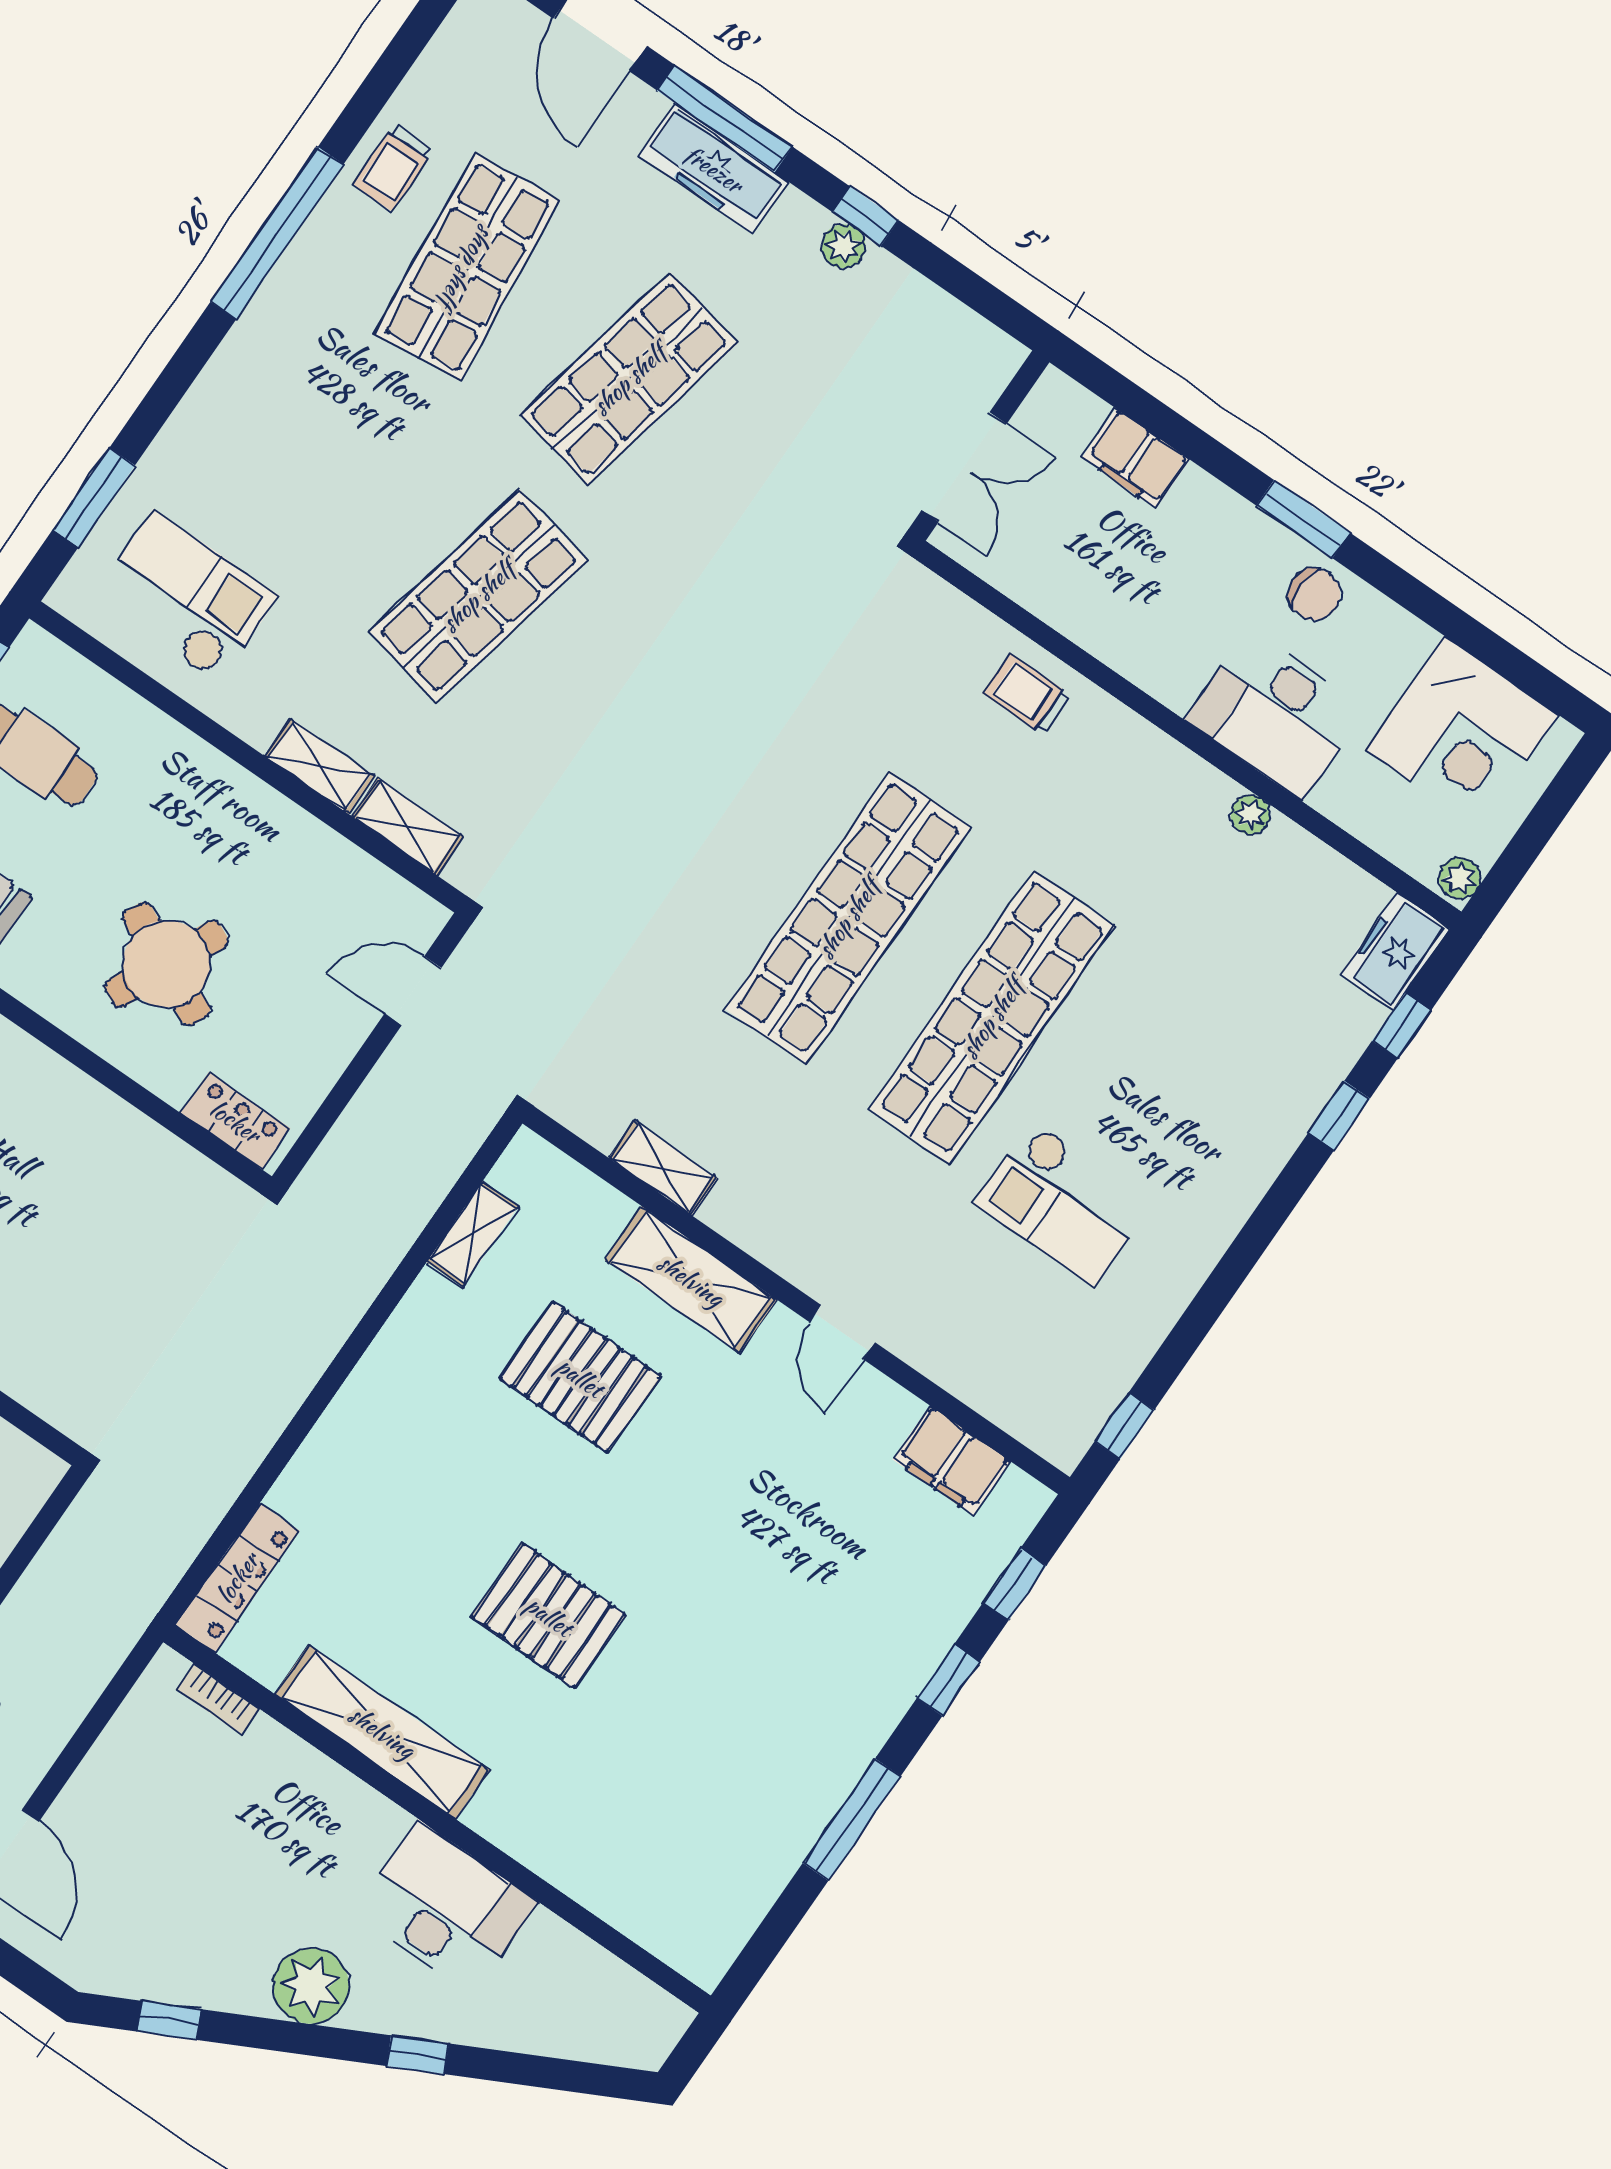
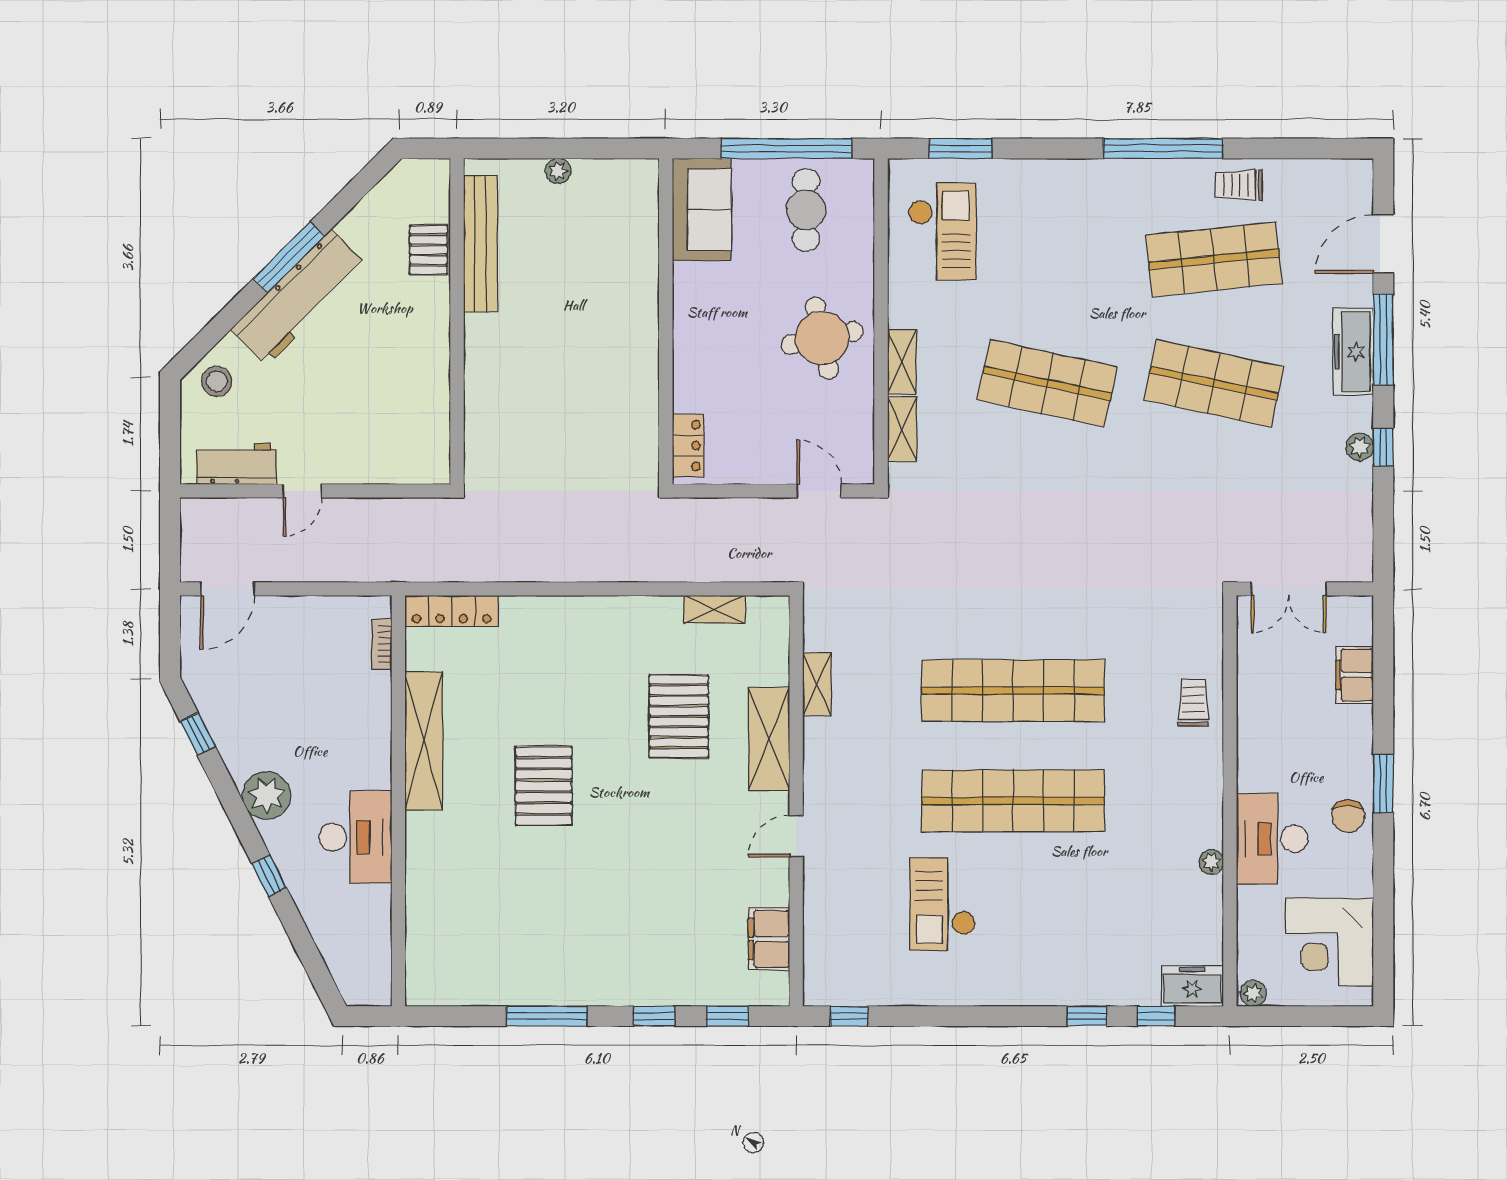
round table: (166, 964) -> (822, 338), moved, turned -37

